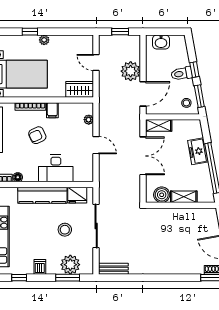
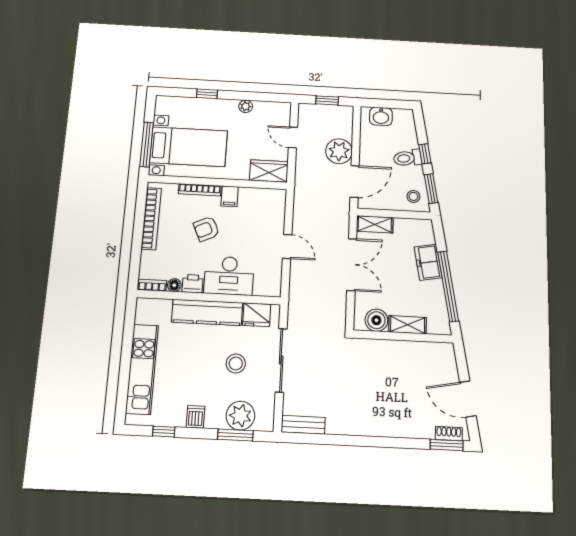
plant: (44, 40) -> (246, 106), moved
plant: (89, 120) -> (279, 212), removed
printer: (31, 176) -> (193, 284), added

